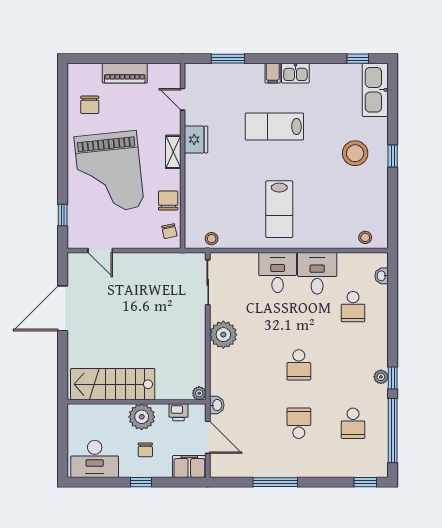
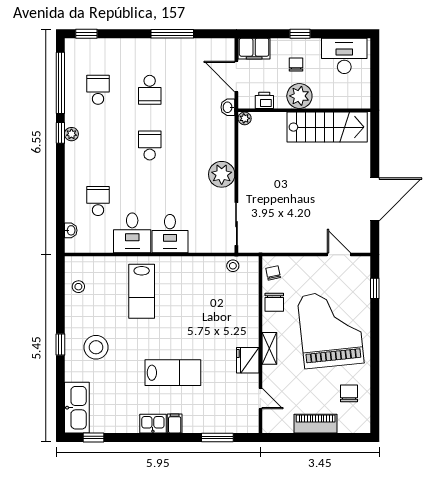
lab bench: (279, 209) -> (142, 291), moved, turned 180
stool: (365, 237) -> (78, 287), moved

